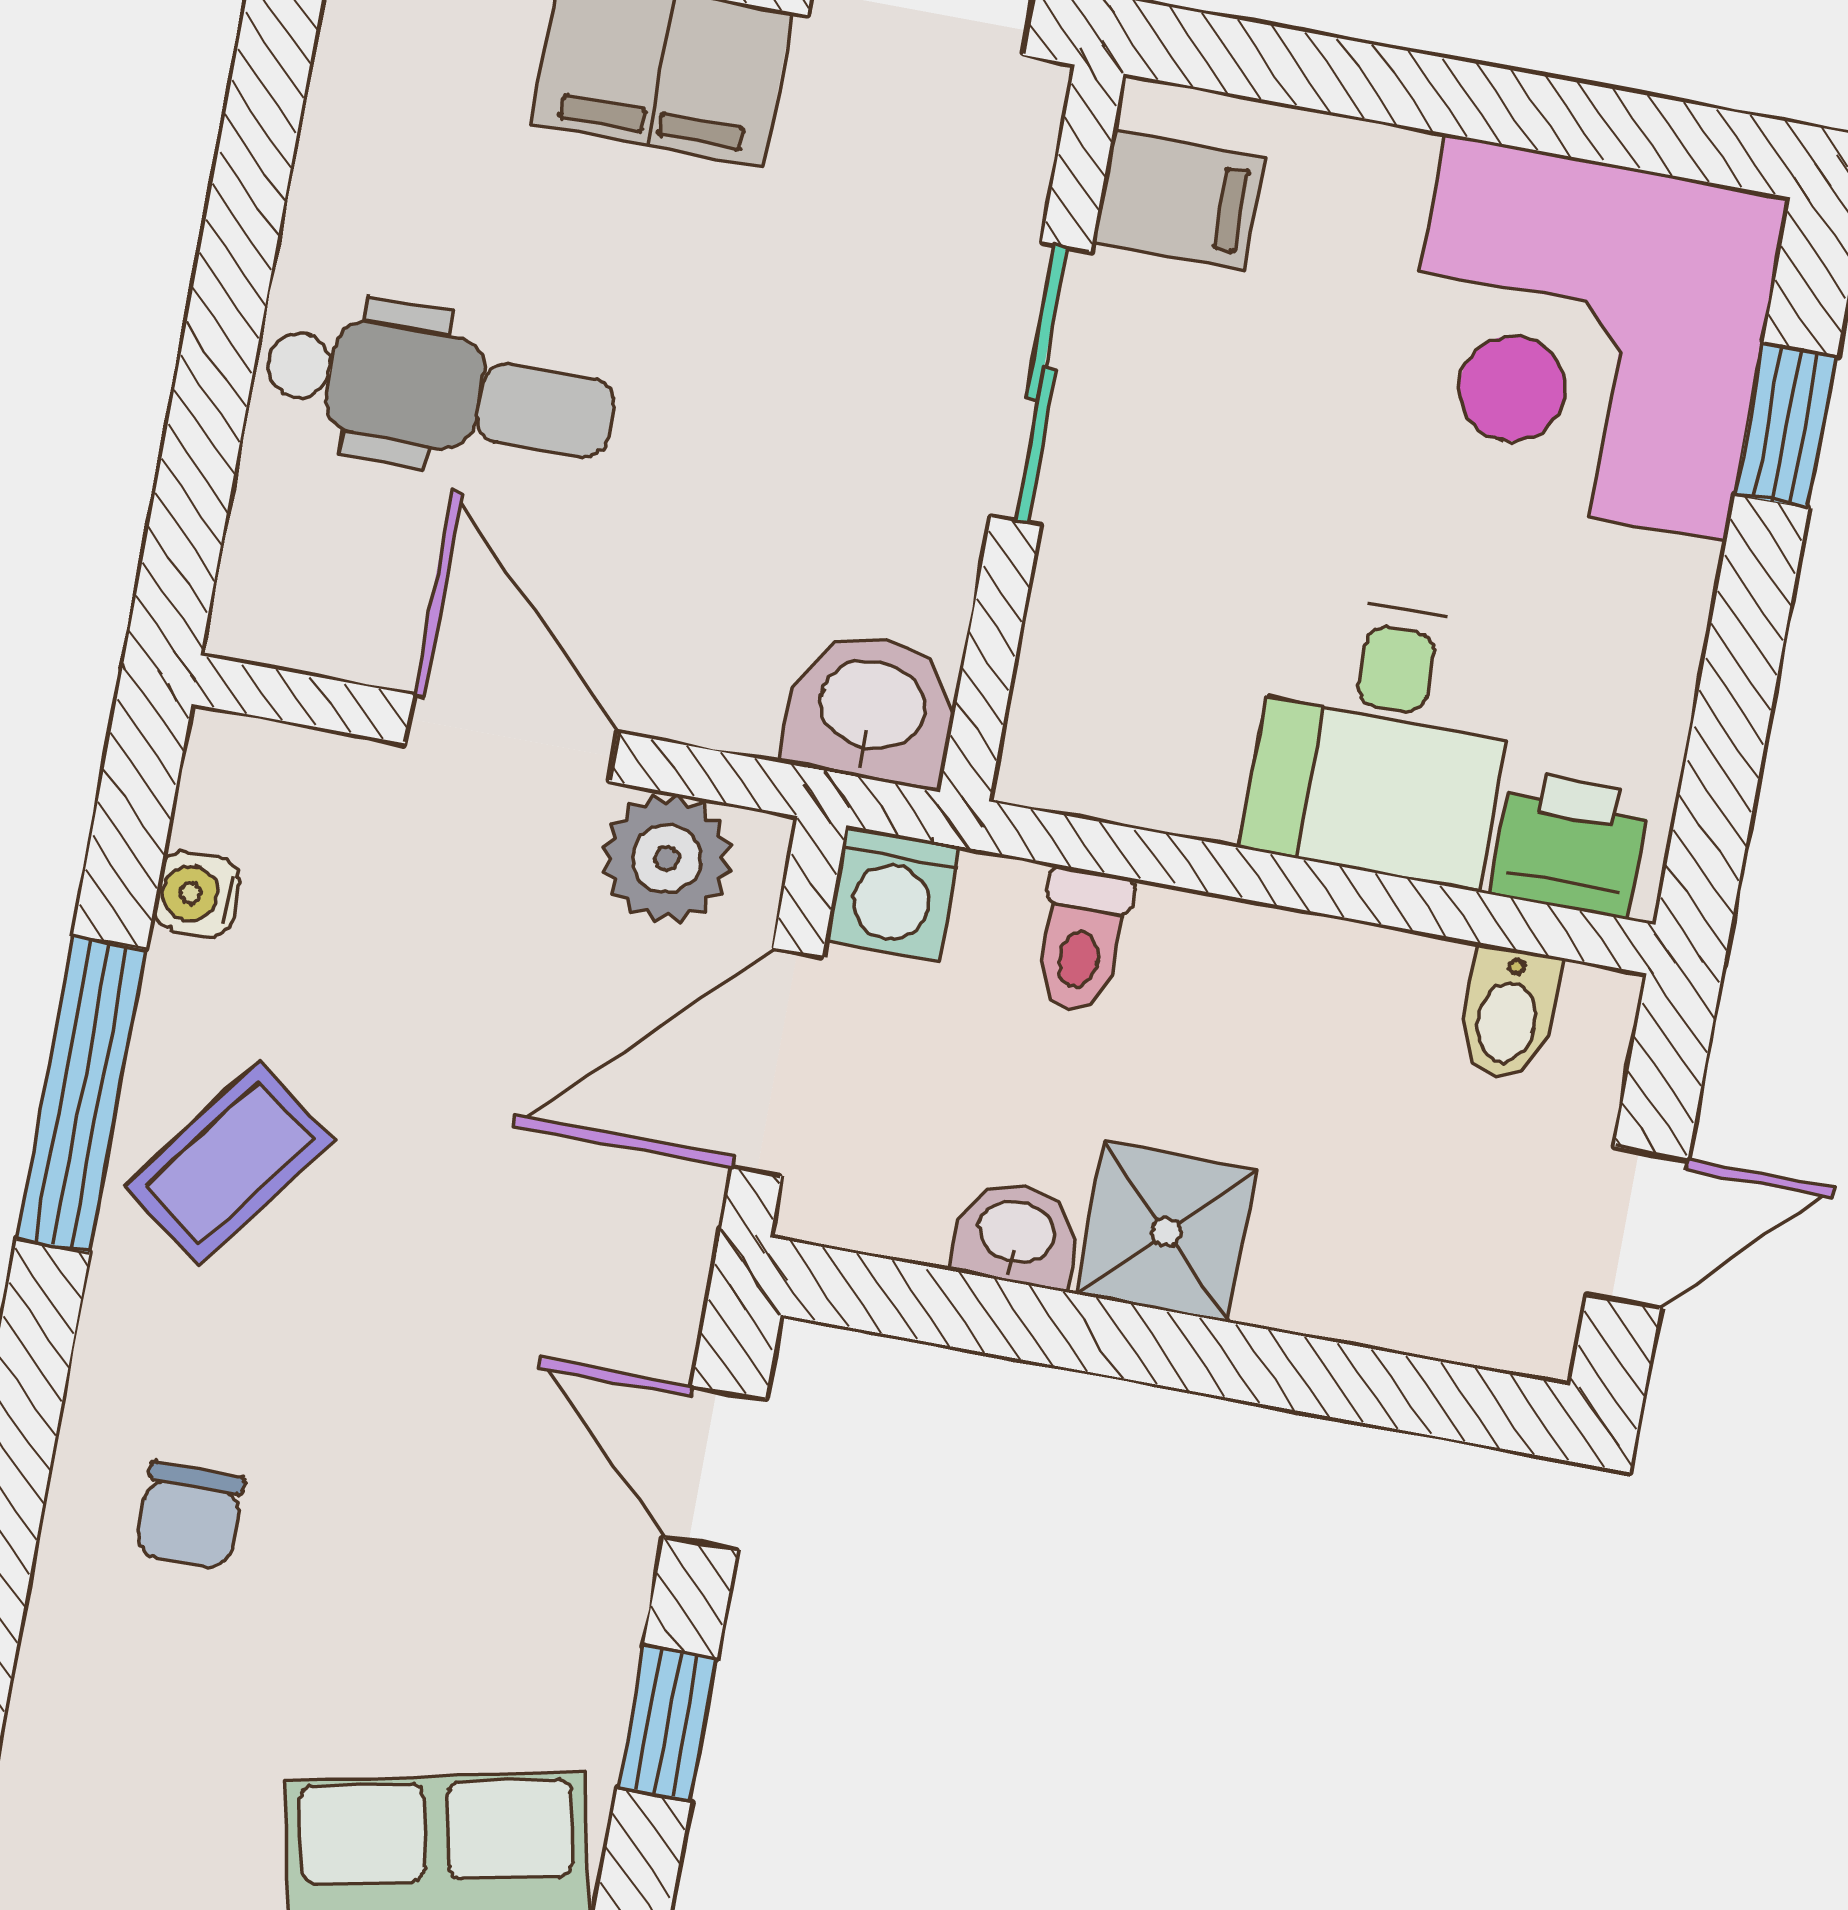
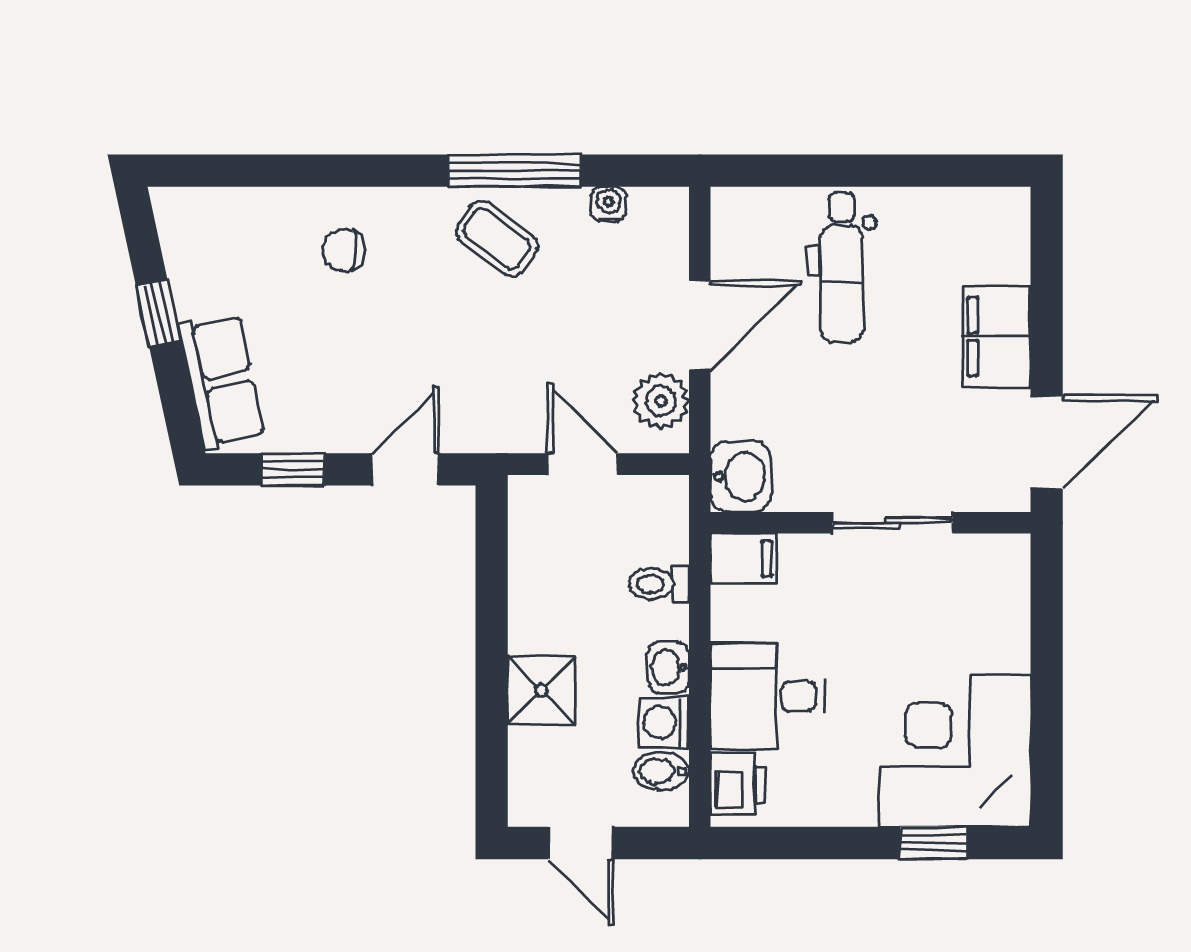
filing cabinet: (1178, 200) -> (744, 558), moved, turned -90
washing machine: (893, 893) -> (664, 723), moved
door: (777, 1062) -> (583, 464), width x0.73
shower: (1166, 1232) -> (541, 690), moved
washbasin: (1016, 1234) -> (668, 668), moved, turned 180

